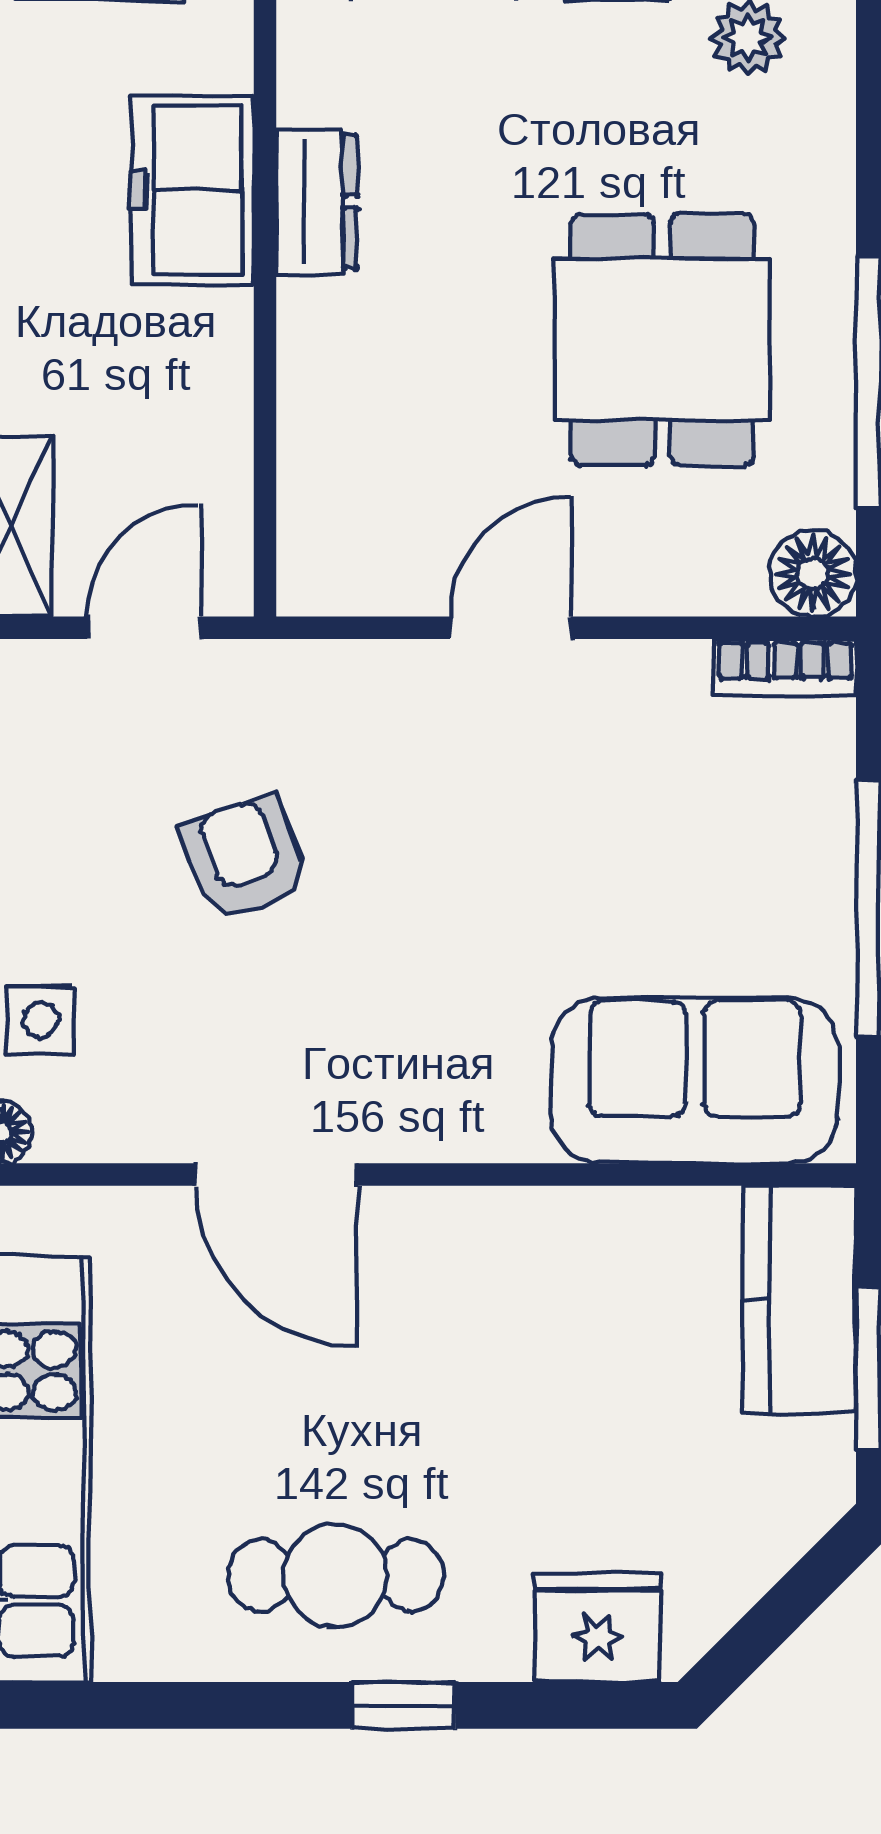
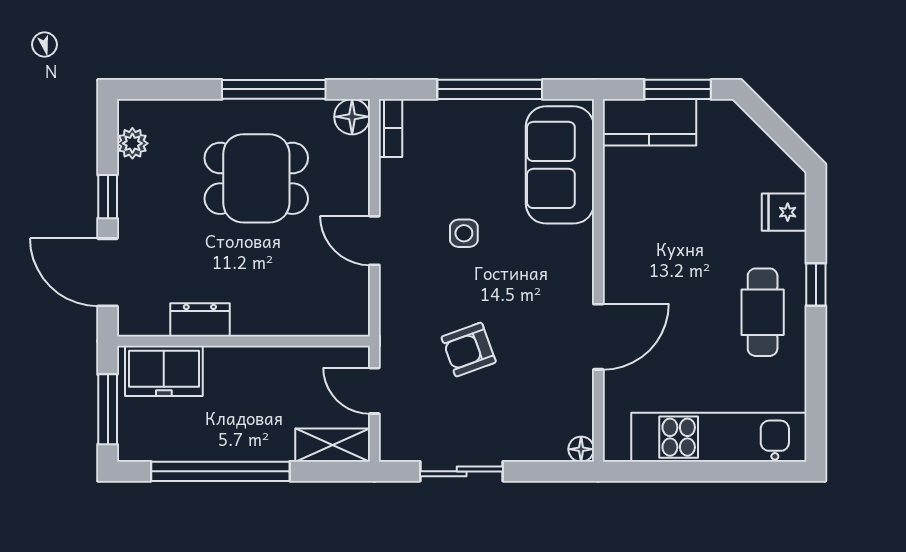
freezer: (192, 190) -> (164, 371), moved
side table: (40, 1020) -> (464, 233), moved
fridge: (597, 1628) -> (784, 212), width x0.72

